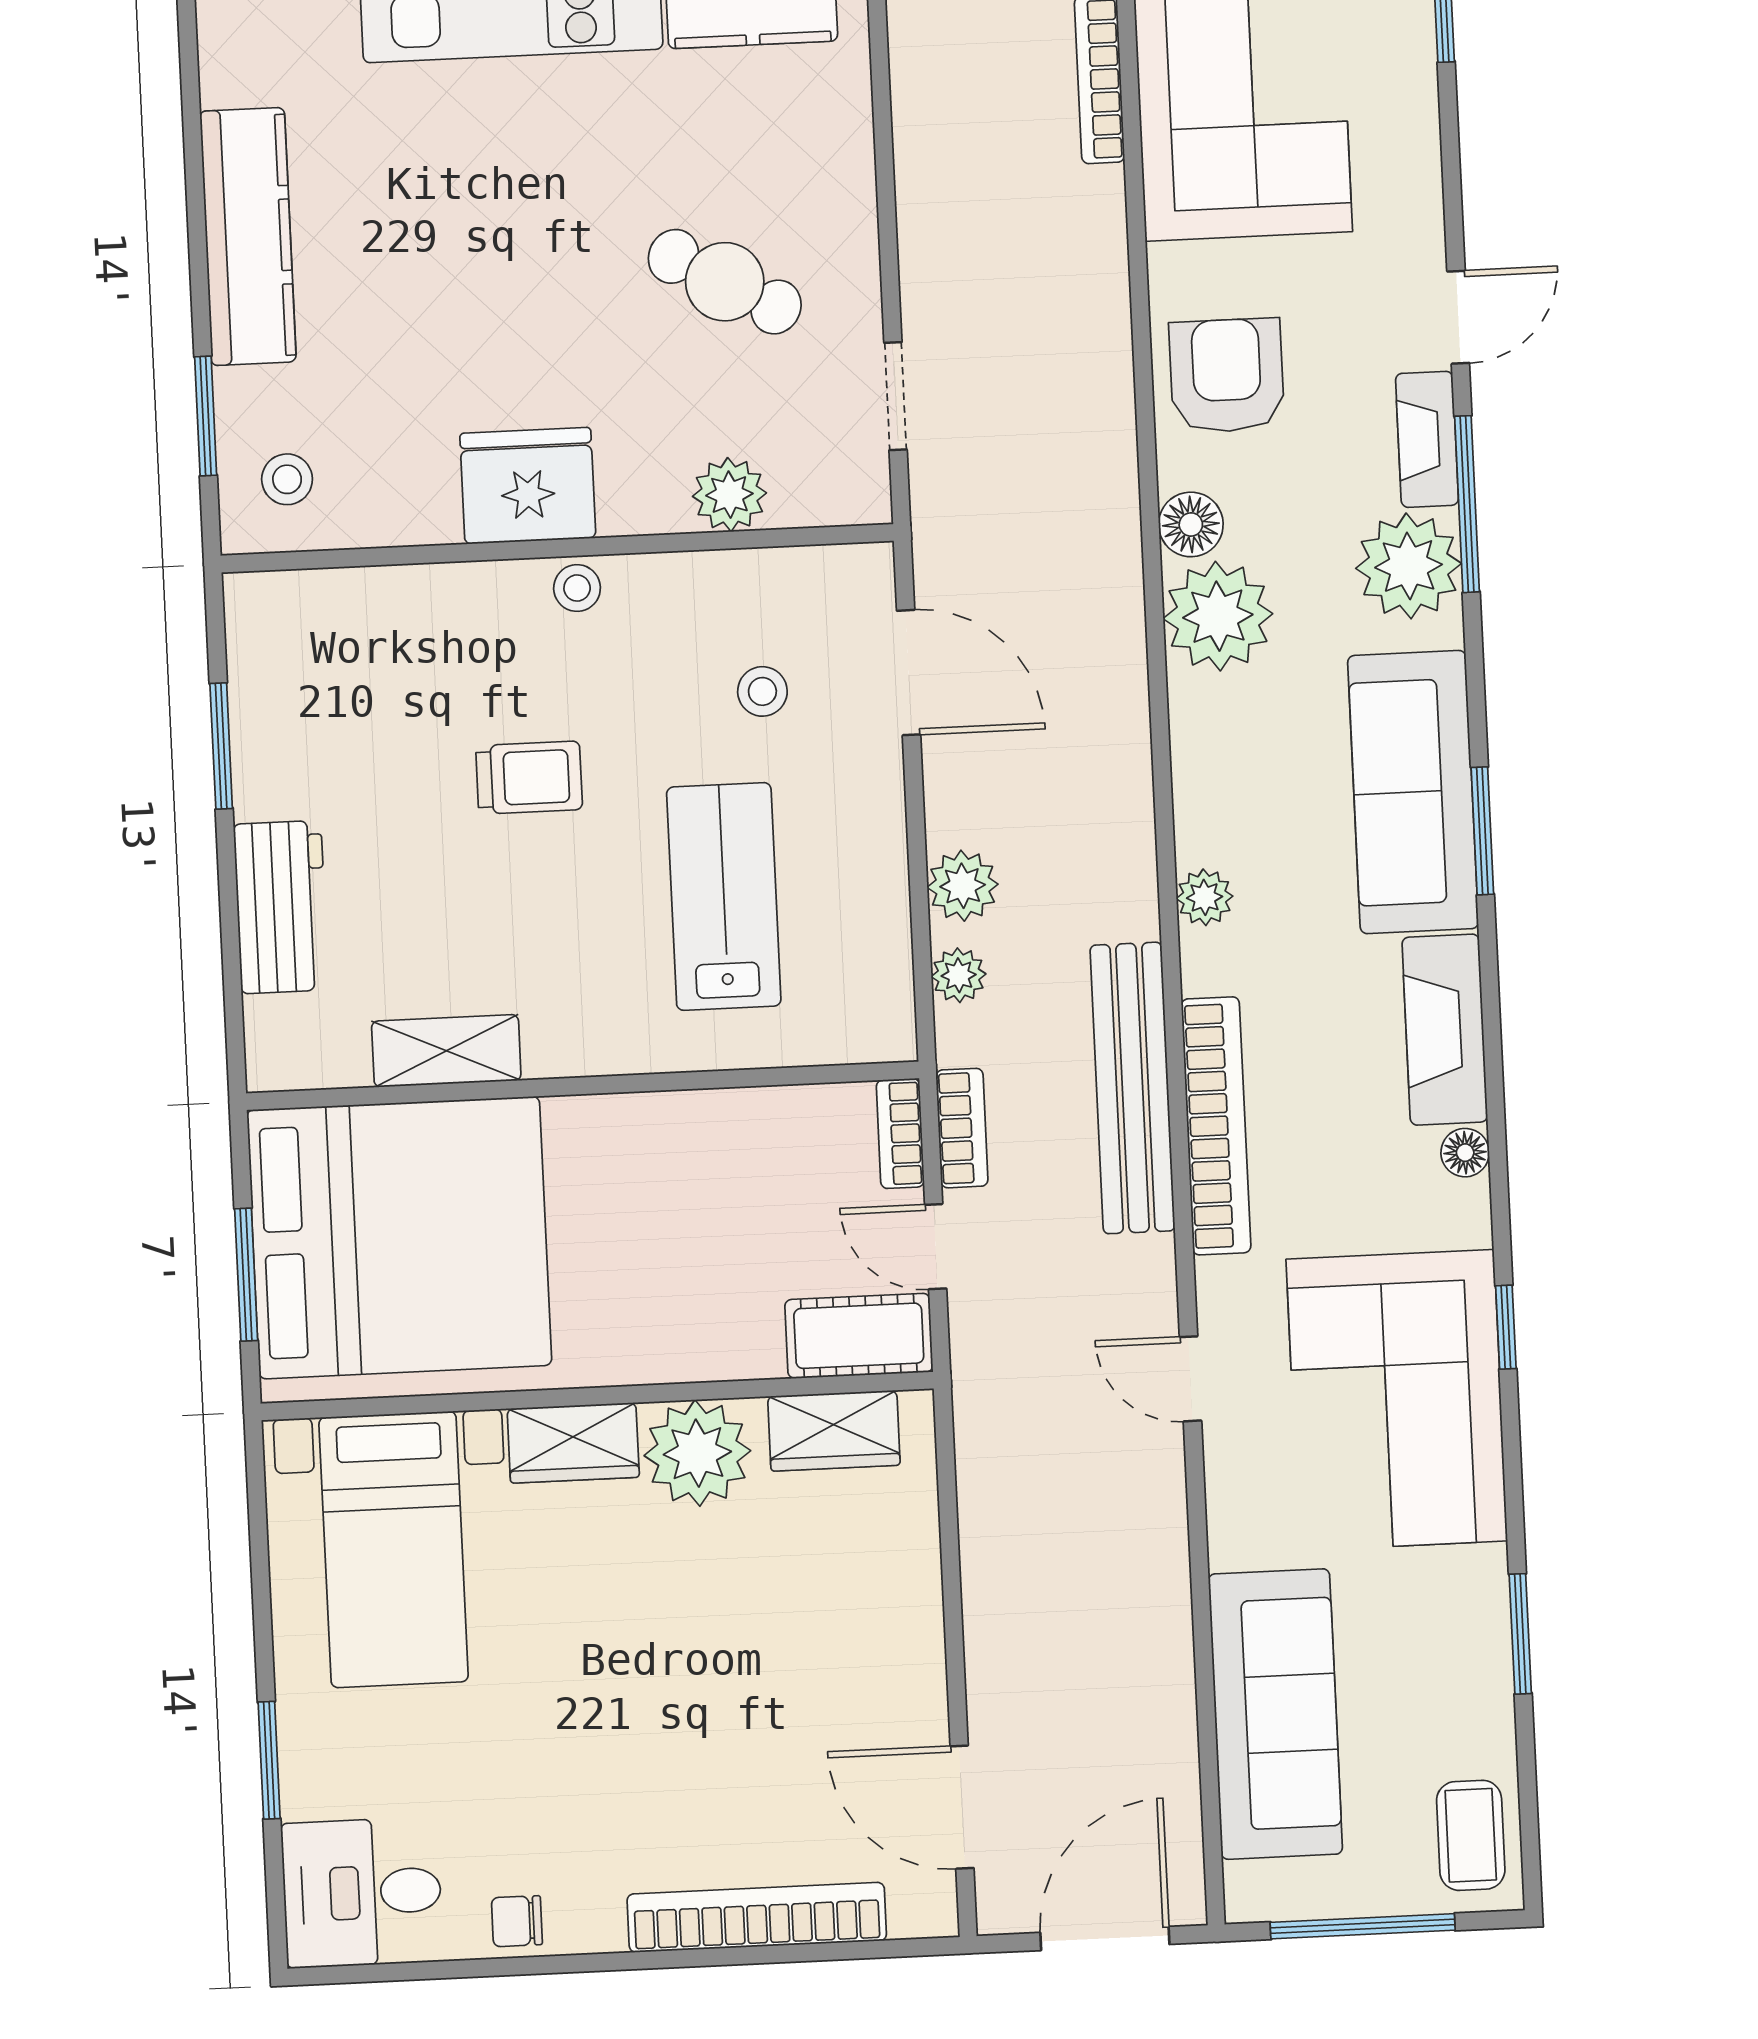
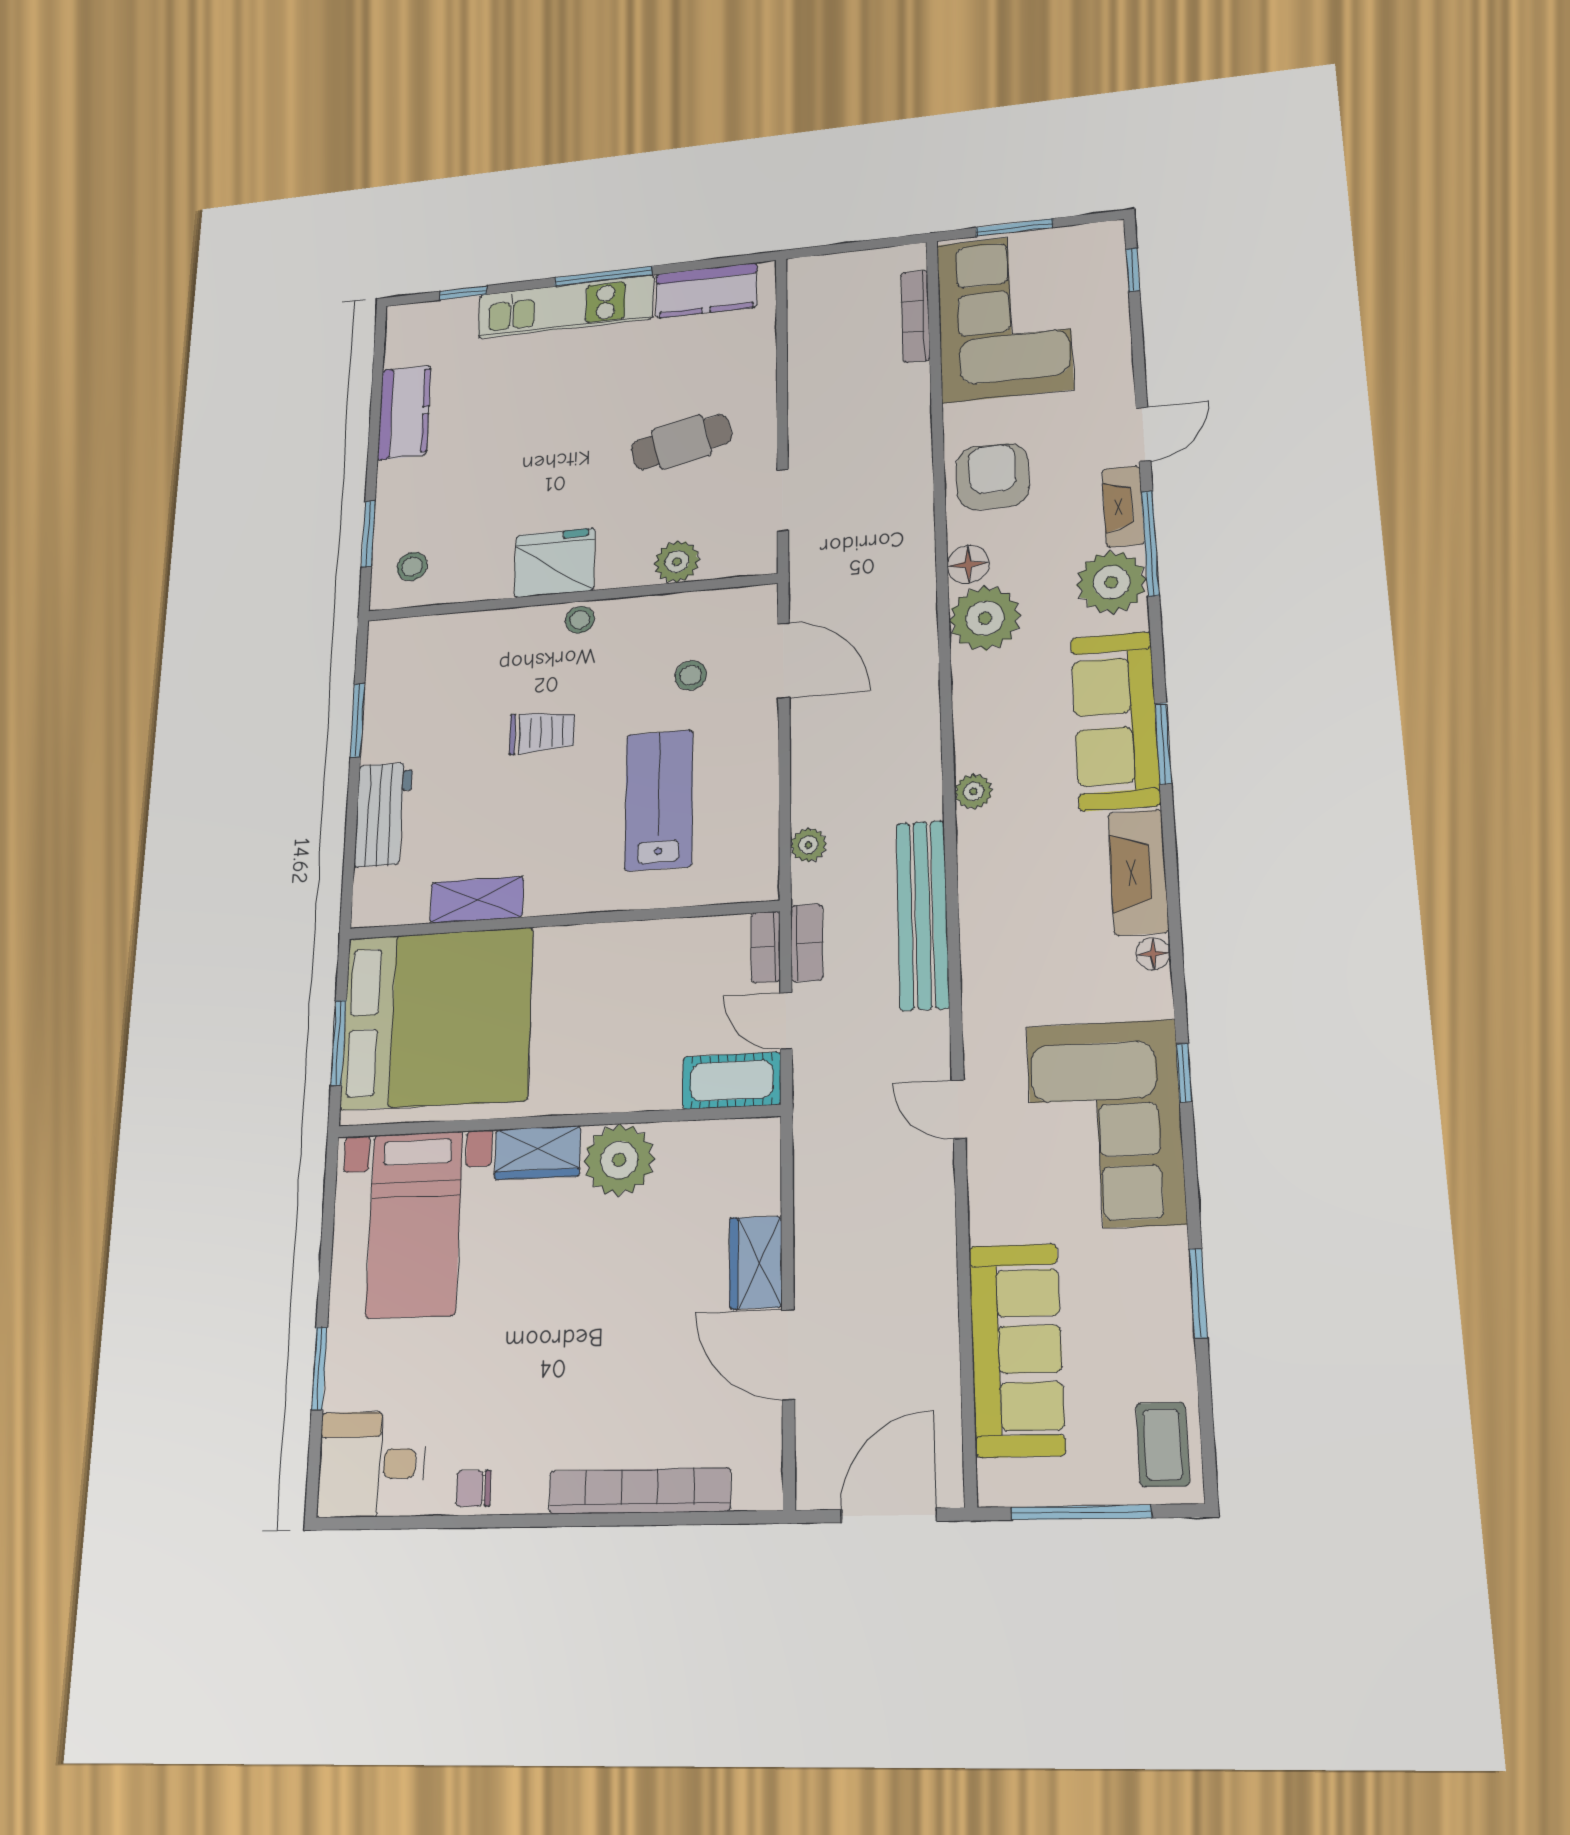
kitchen counter: (248, 237) -> (404, 412), width x0.67
cafe table: (725, 282) -> (681, 442), turned -42
plant: (963, 886) -> (813, 789), removed
bookcase: (1216, 1126) -> (979, 939), removed
wardrobe: (834, 1431) -> (756, 1262), moved, turned 90
door: (962, 1807) -> (788, 1355), moved

